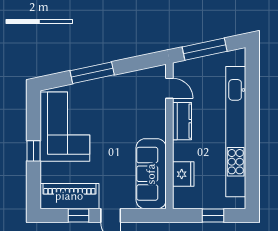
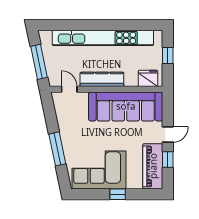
door: (169, 88) -> (69, 89), hinge flipped
kitchen counter: (182, 121) -> (102, 79), width x1.50
sofa: (151, 174) -> (126, 106), width x1.36, depth x1.27
fridge: (183, 174) -> (148, 78), moved

